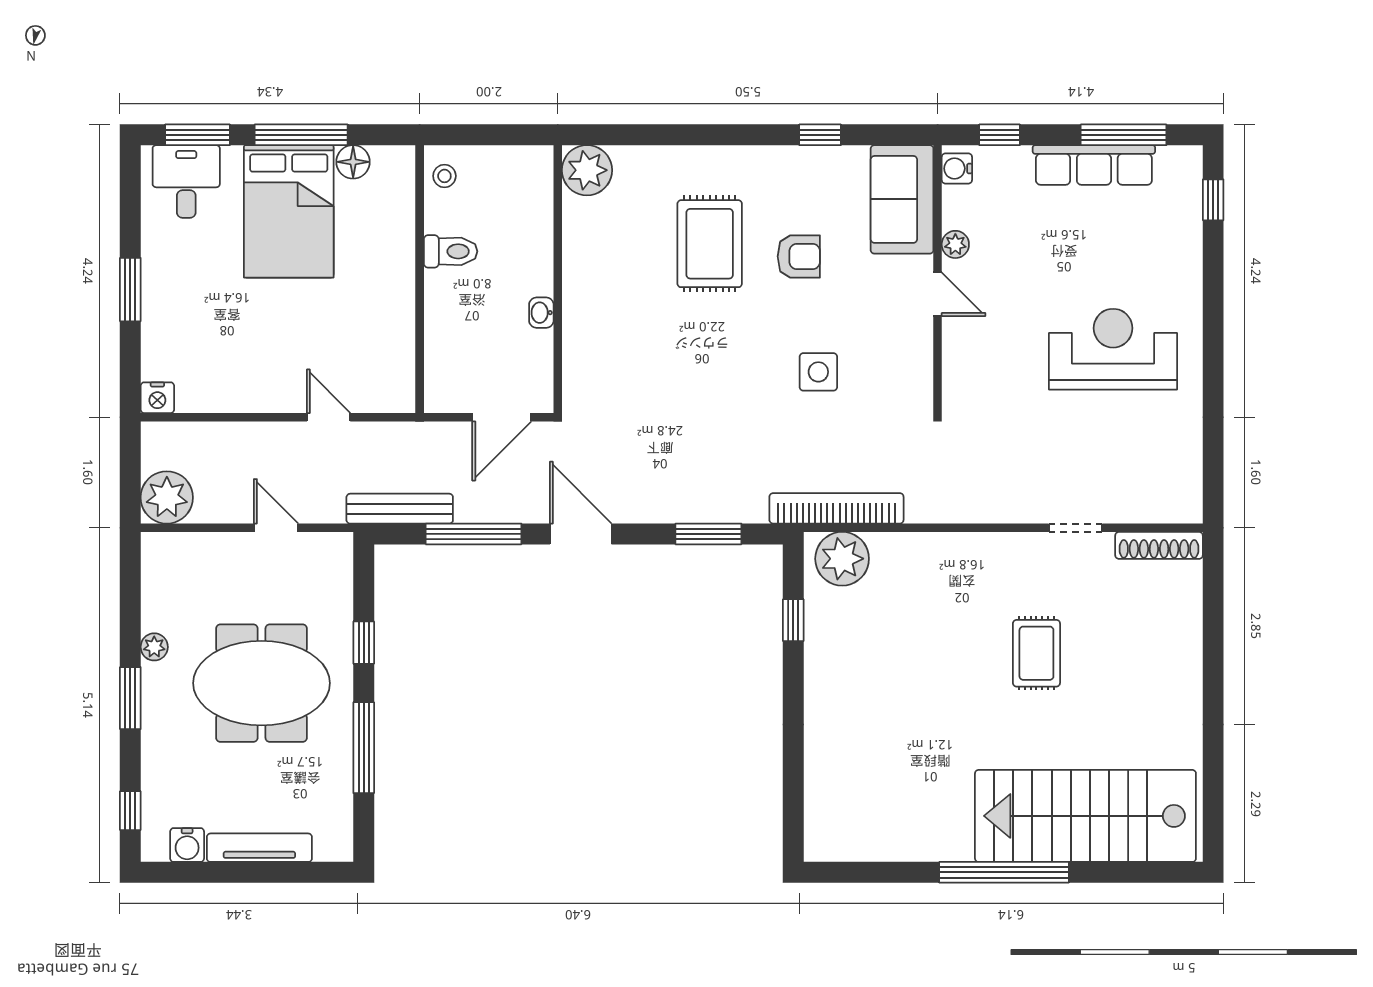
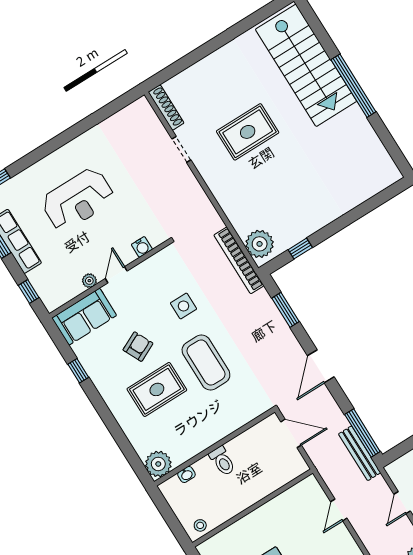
water cooler: (957, 168) -> (142, 247), moved
toilet: (451, 251) -> (222, 461), moved, turned 180
armchair: (799, 256) -> (138, 347), turned 64
washbasin: (541, 313) -> (186, 474), moved
reception desk: (1113, 349) -> (78, 200), moved, turned -90
coffee table: (704, 351) -> (206, 362), added
window: (474, 534) -> (362, 433), moved
rug: (1036, 653) -> (248, 132), width x1.36, depth x1.43

